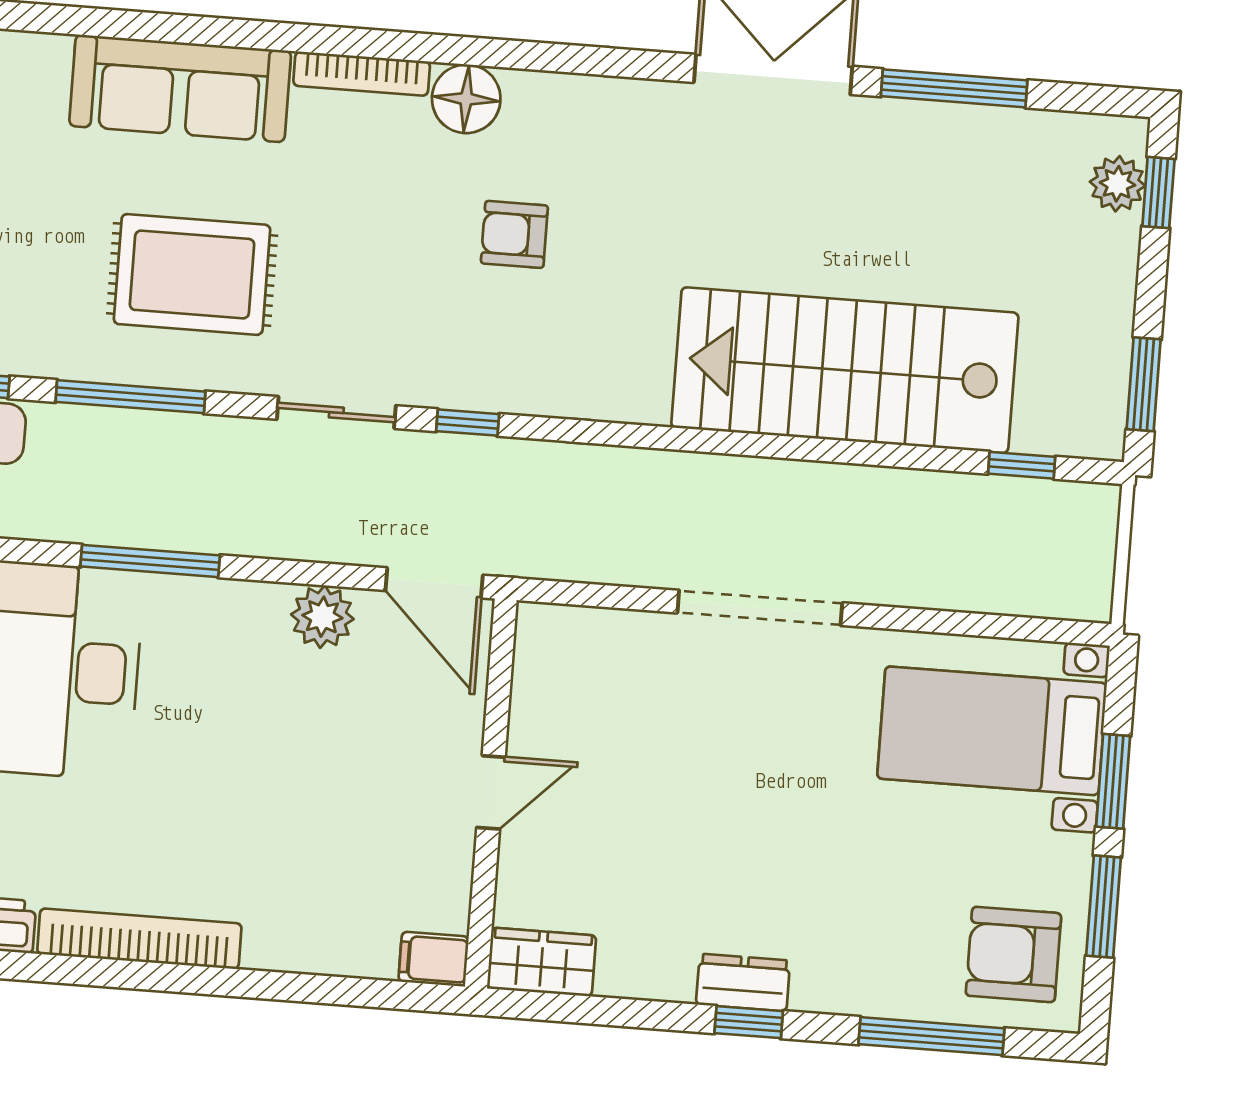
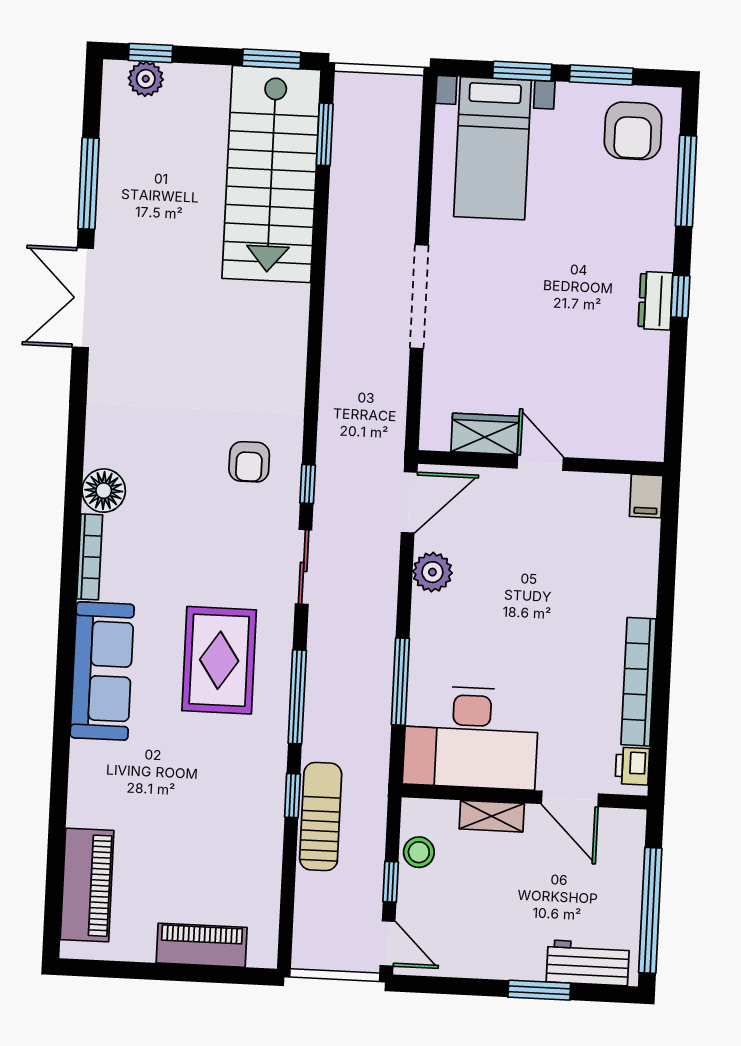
armchair: (514, 234) -> (249, 462), moved
stairs: (845, 370) -> (272, 174), moved
window: (1022, 465) -> (325, 134), width x1.50
wardrobe: (542, 962) -> (485, 434), moved, turned 90

